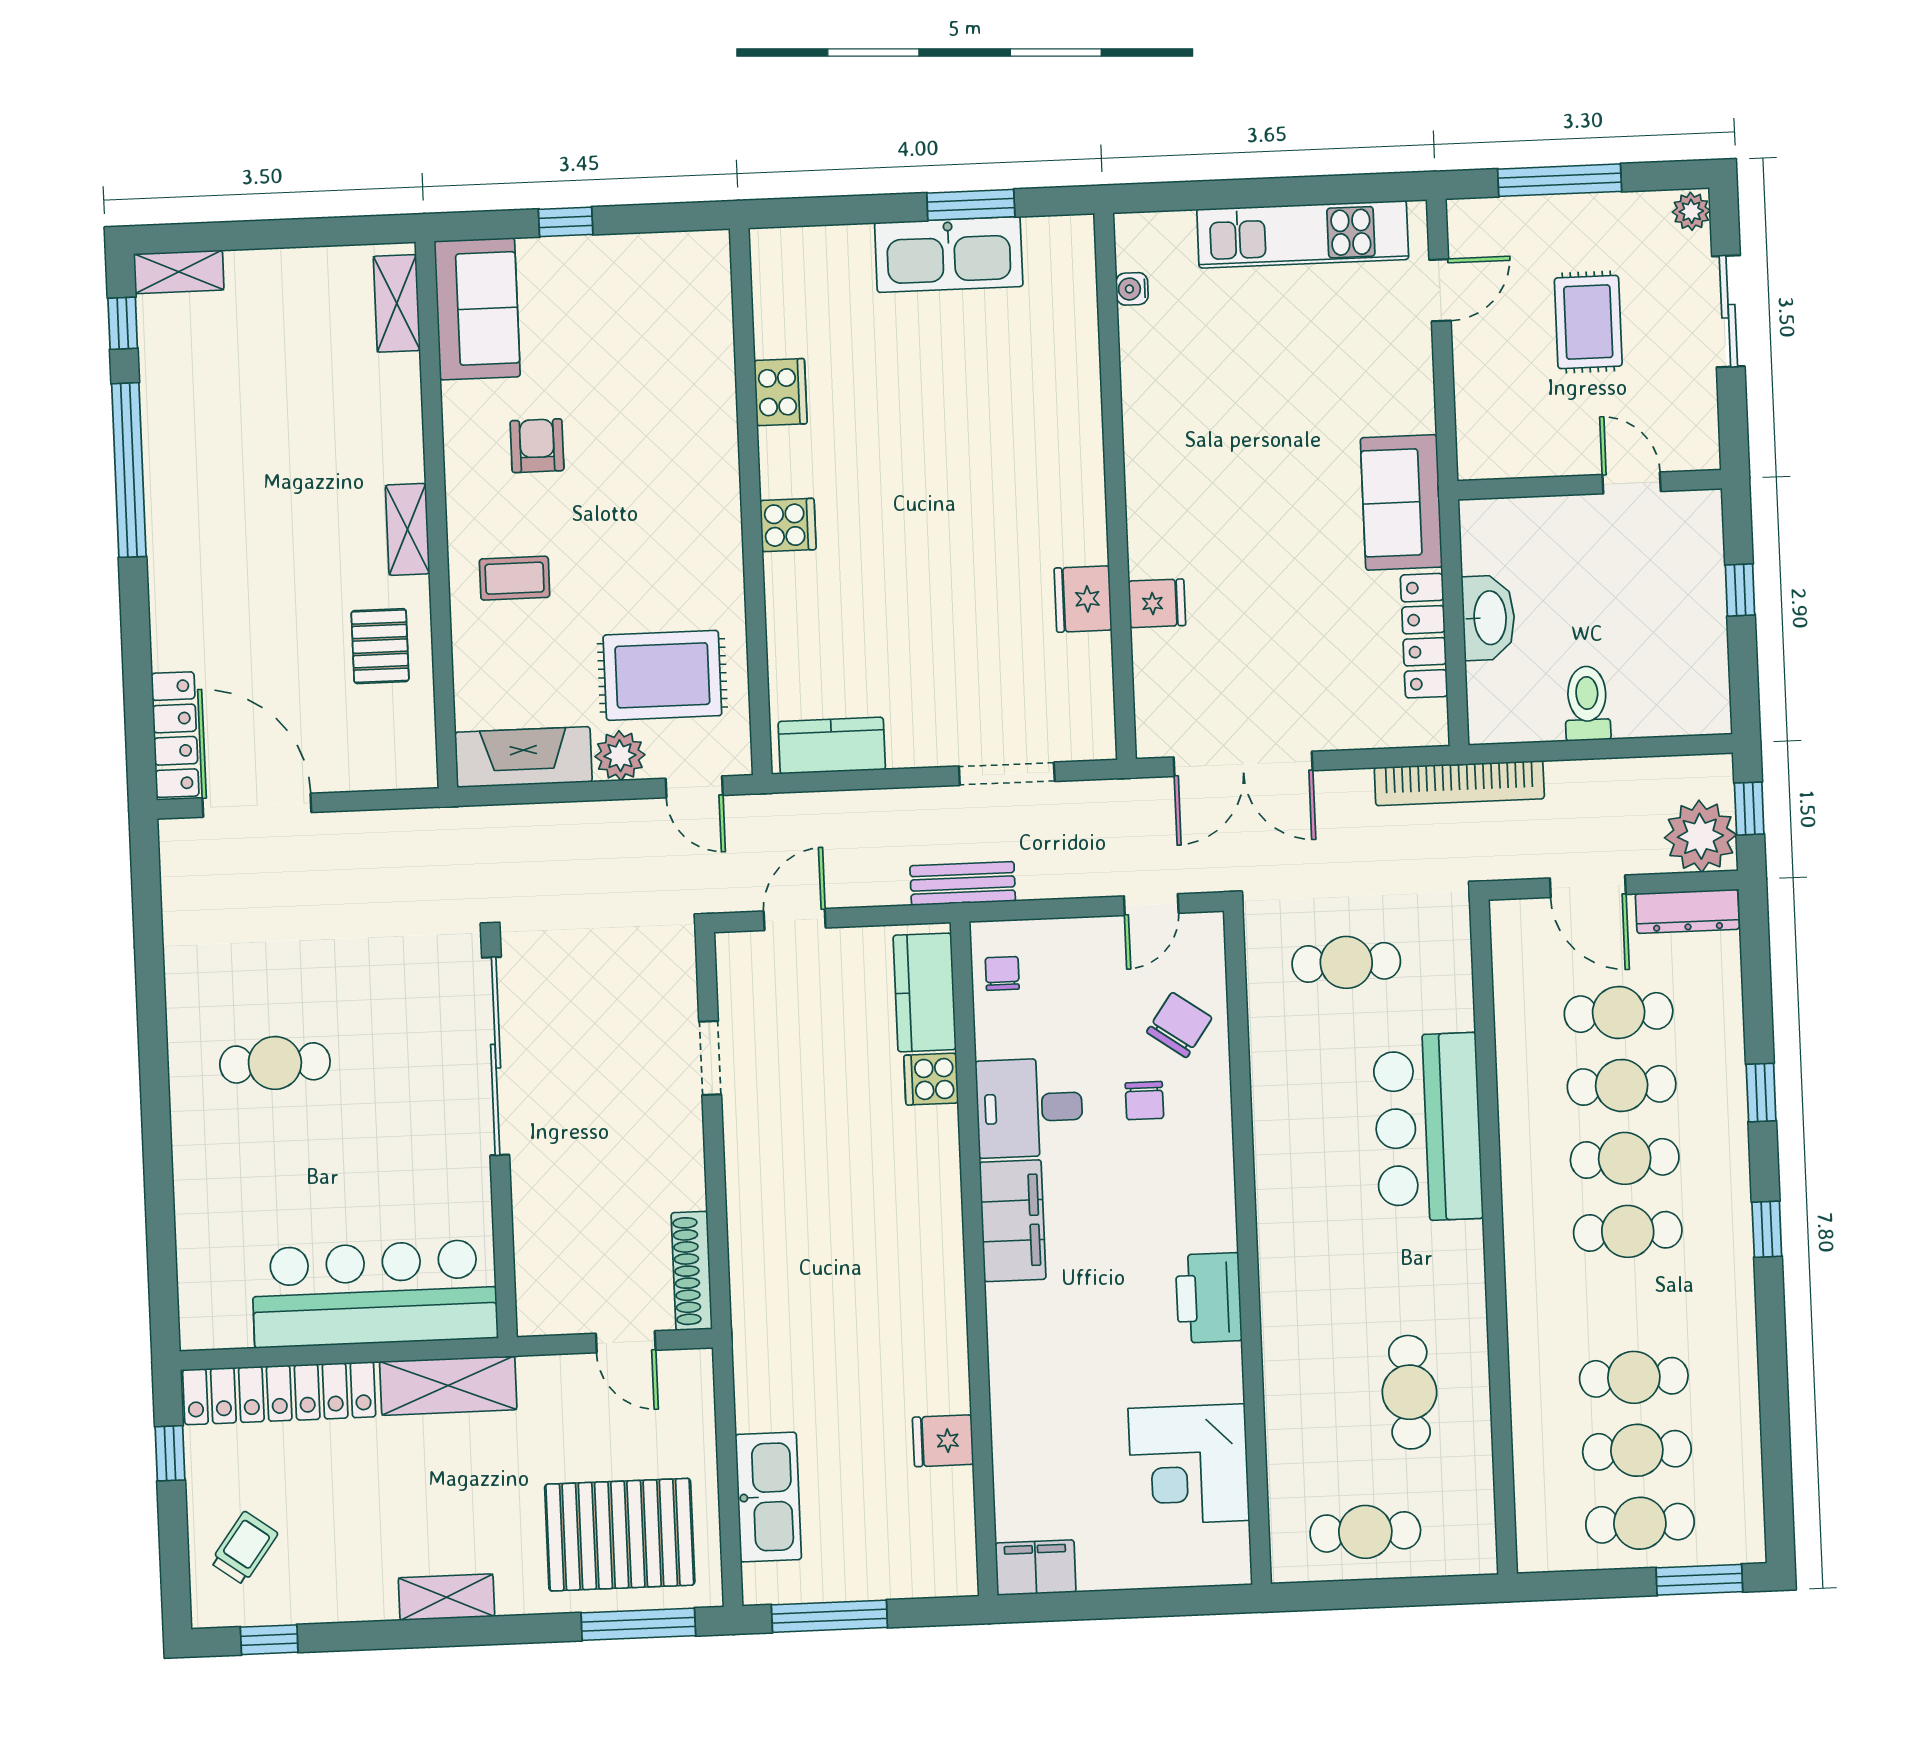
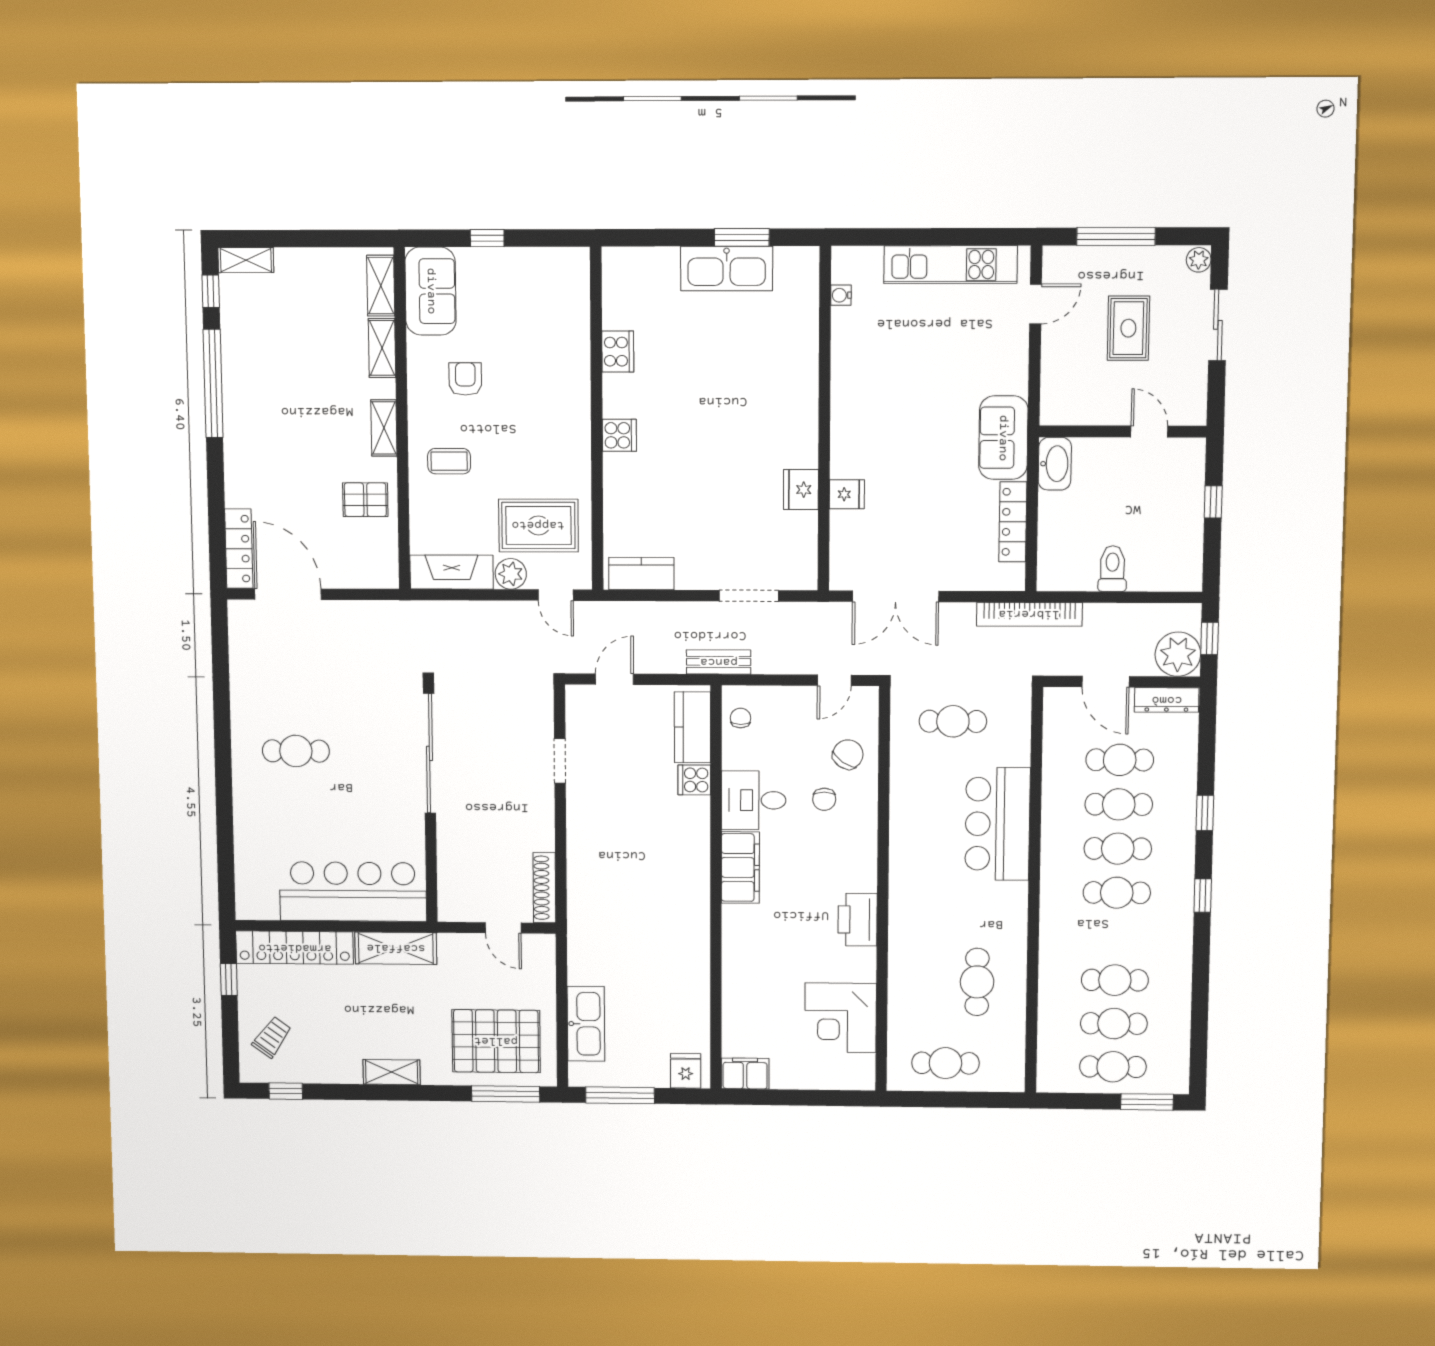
shelving: (401, 402) -> (382, 348), added
washbasin: (1489, 618) -> (1055, 464), moved
pallet: (380, 646) -> (365, 500), turned 90
fridge: (943, 1441) -> (686, 1071), moved, turned 90

